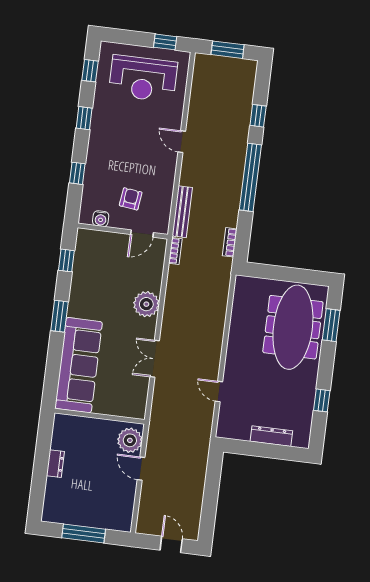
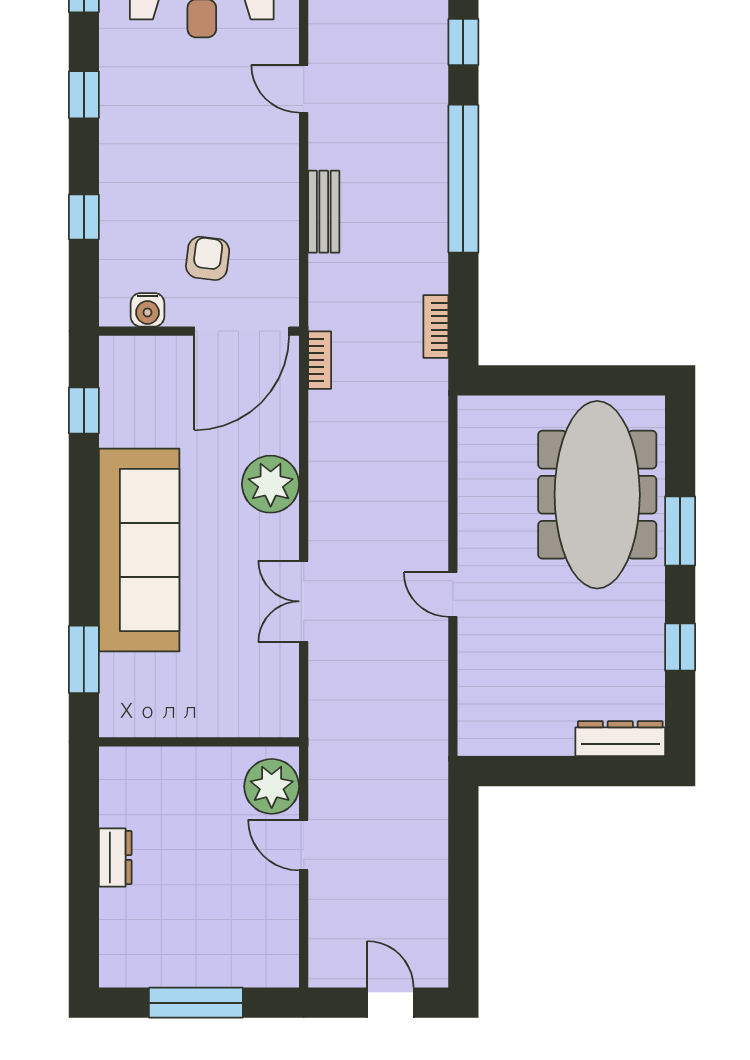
door: (182, 142) -> (304, 89), moved
bench: (182, 212) -> (324, 212), moved, width x0.73
door: (142, 234) -> (242, 331), width x1.87
window: (59, 316) -> (84, 659), moved
window: (331, 325) -> (680, 531), moved
sofa: (79, 365) -> (139, 550), moved
door: (219, 391) -> (453, 594), moved
dresser: (271, 436) -> (620, 739), moved

